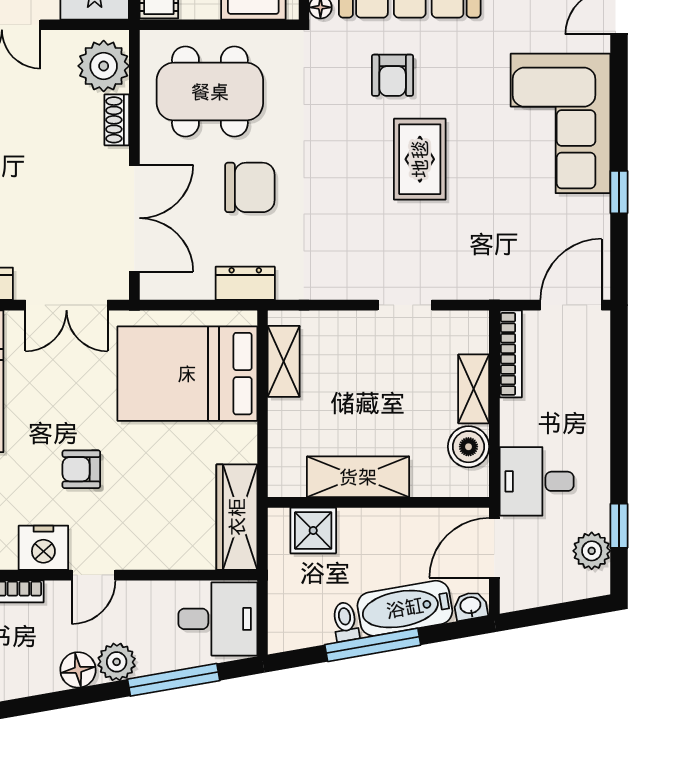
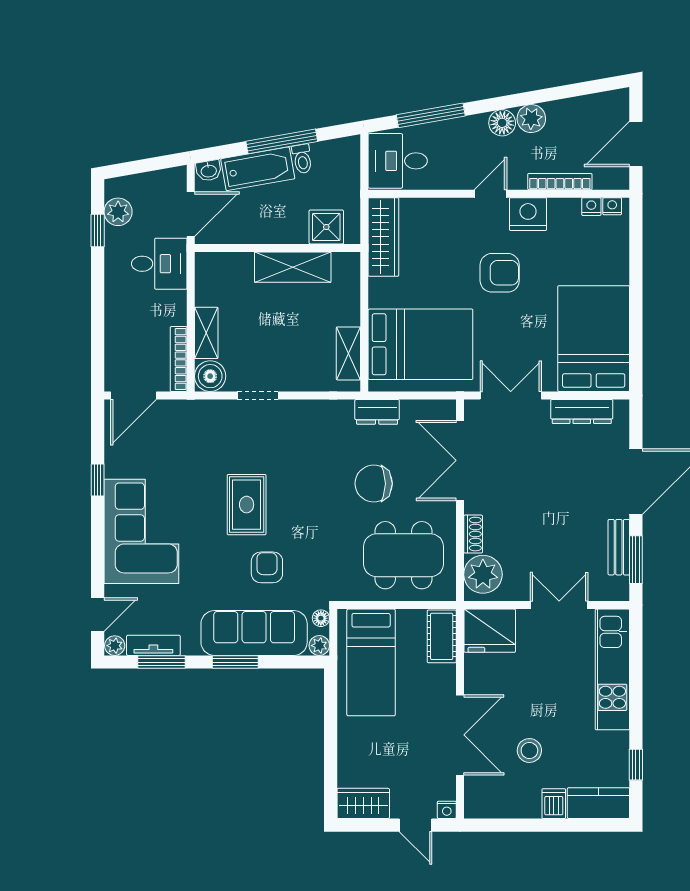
boiler: (468, 447) -> (210, 376), moved
armchair: (81, 469) -> (500, 273), width x1.38, depth x1.38
plant: (117, 662) -> (531, 119), moved

